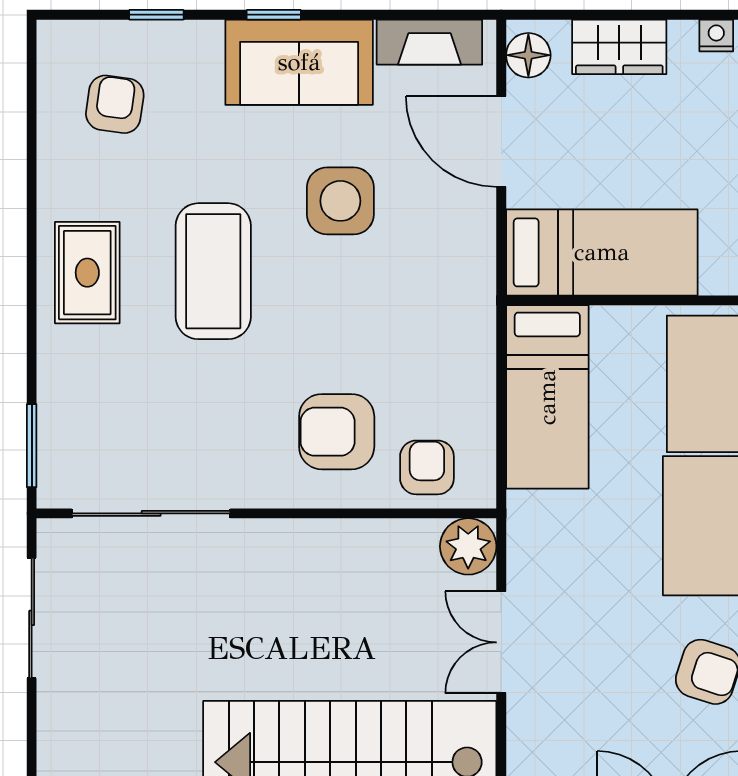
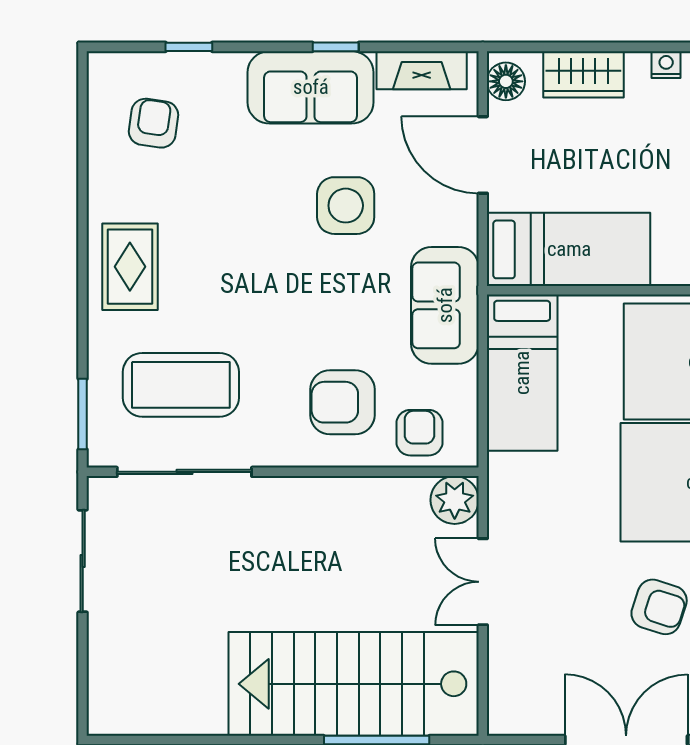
window: (274, 15) -> (336, 47), moved
coffee table: (213, 271) -> (181, 385), moved, turned 90
sofa: (457, 318) -> (445, 305), added

